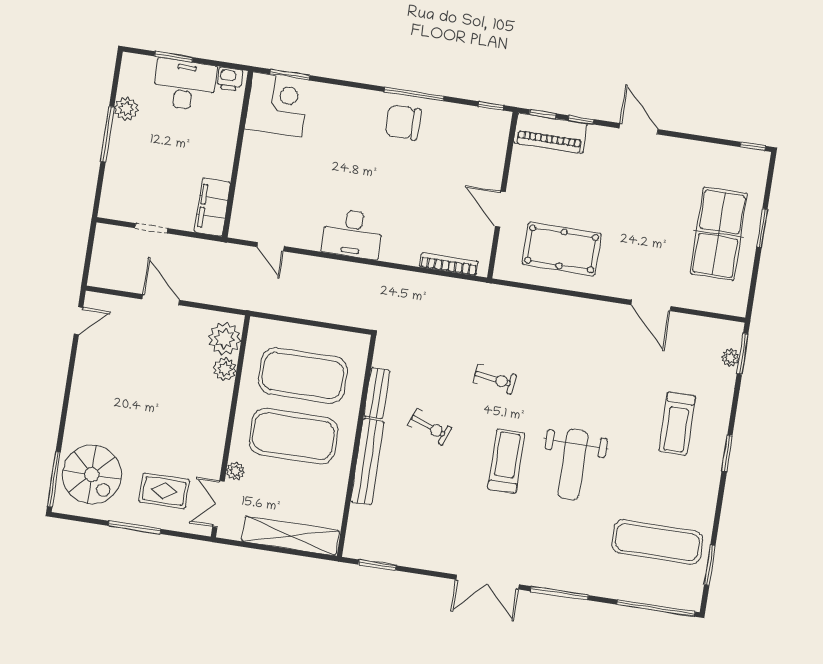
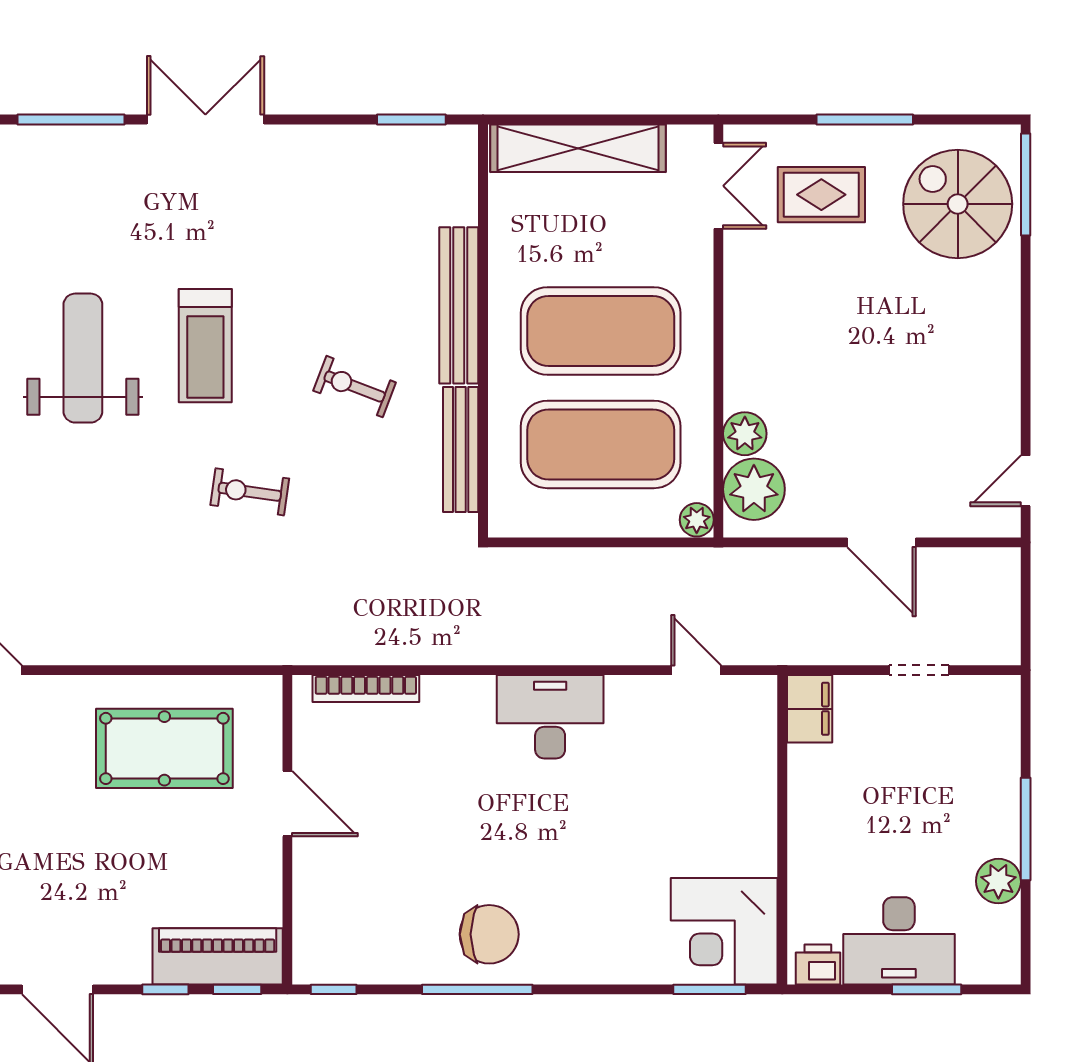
filing cabinet: (212, 207) -> (810, 709), width x0.67, depth x0.86
bench: (377, 393) -> (461, 450), width x1.36
plant: (235, 471) -> (697, 520), moved

